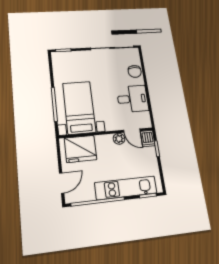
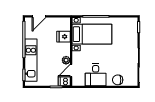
fridge: (80, 149) -> (64, 37), width x0.53, depth x0.75
door: (62, 183) -> (39, 16), hinge flipped

